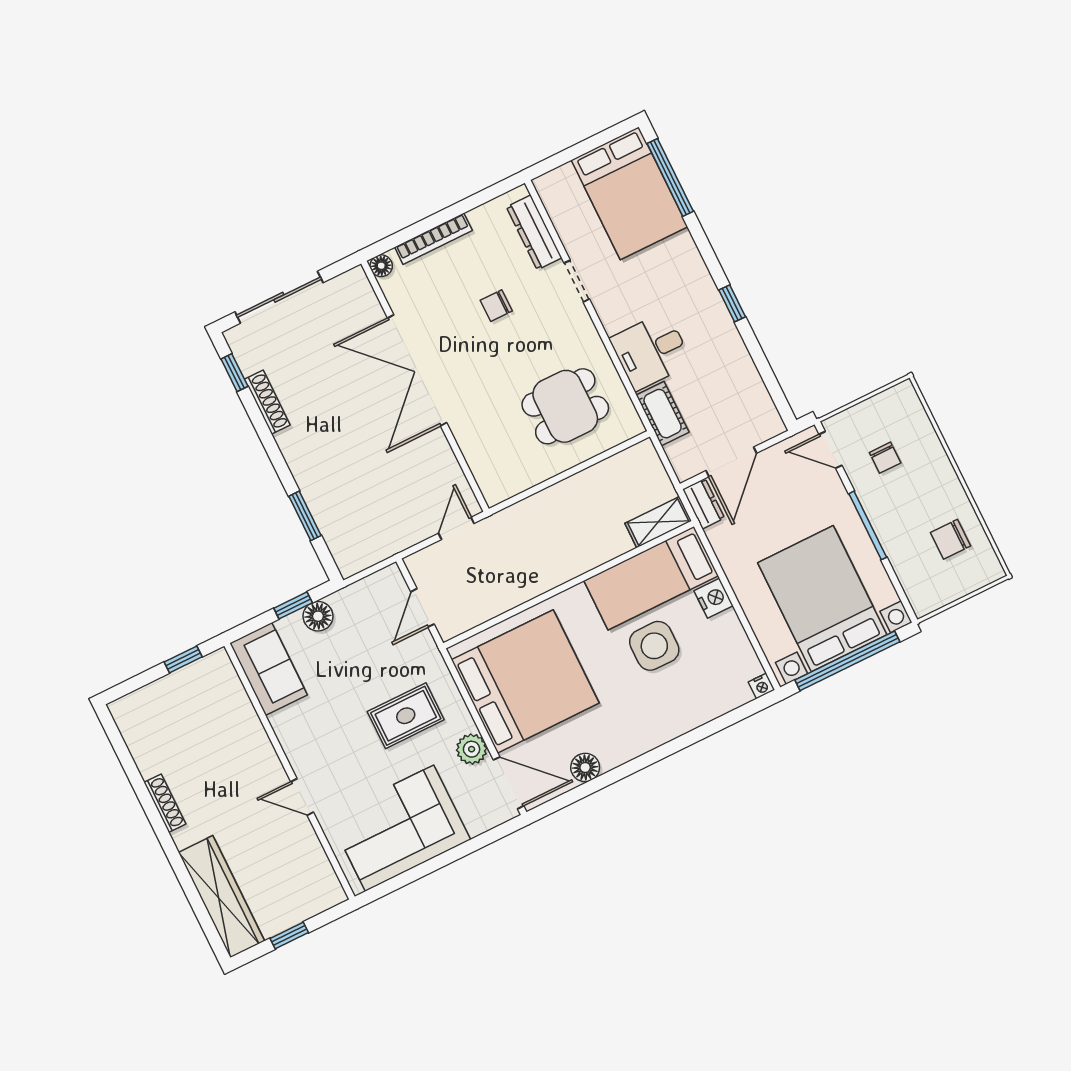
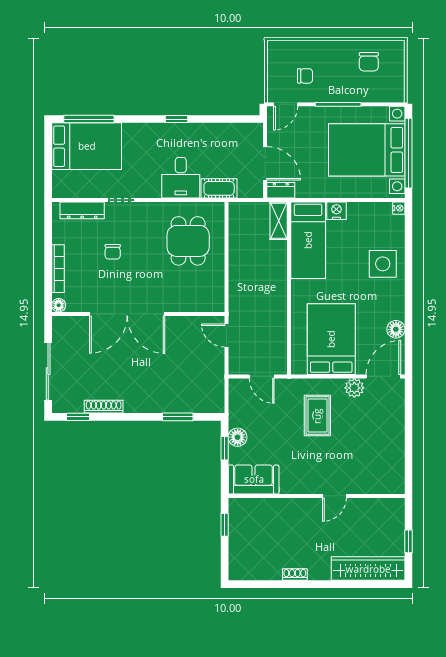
side table: (654, 646) -> (383, 264), moved
bed: (525, 681) -> (331, 339), width x0.73
shoe rack: (165, 803) -> (295, 575), width x0.70
corner sofa: (400, 828) -> (379, 450), removed

